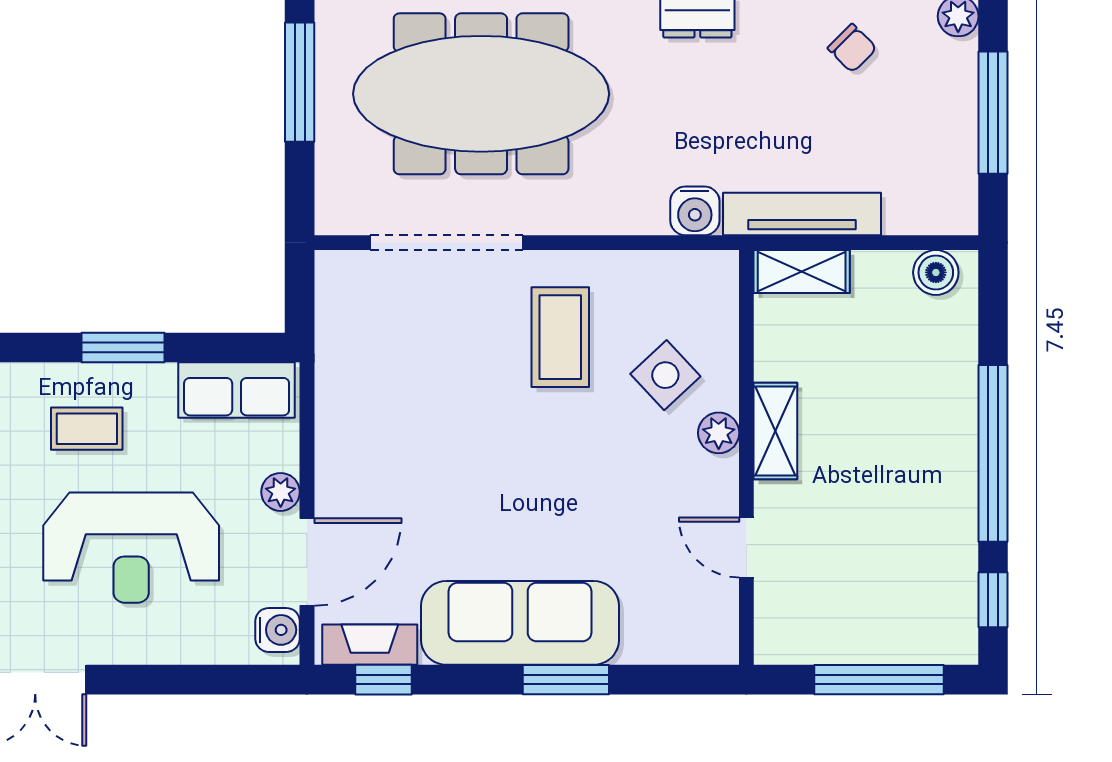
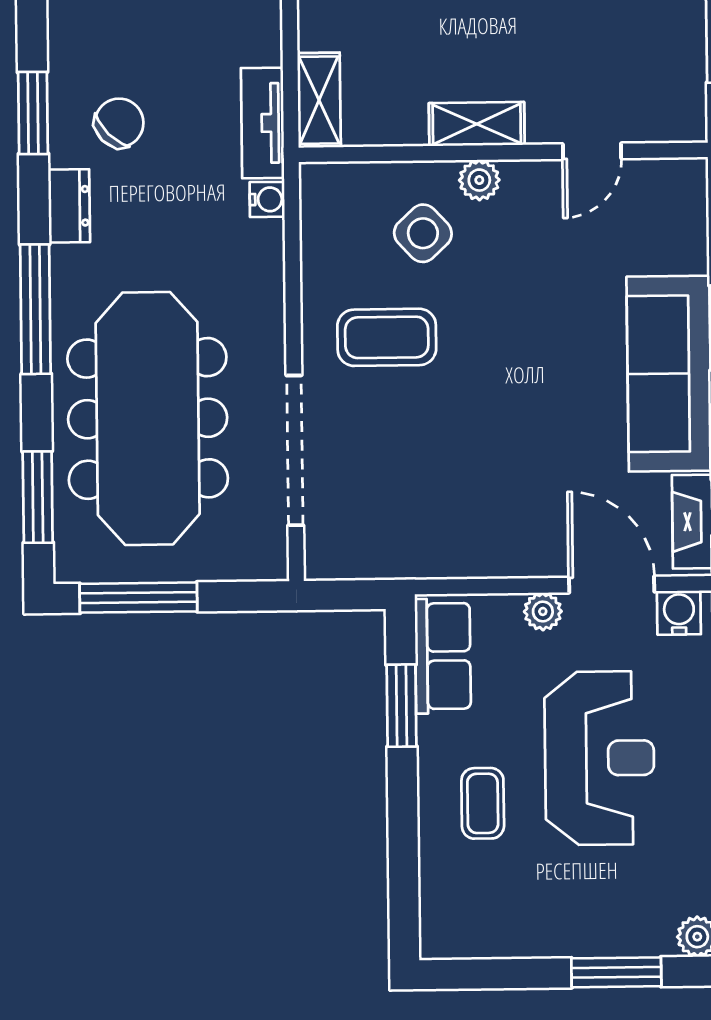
chair: (852, 48) -> (119, 123), moved, width x1.37, depth x1.37
water cooler: (695, 211) -> (267, 199), width x0.72, depth x0.72
tv unit: (802, 214) -> (263, 123), width x0.71
window: (123, 348) -> (402, 706), moved

